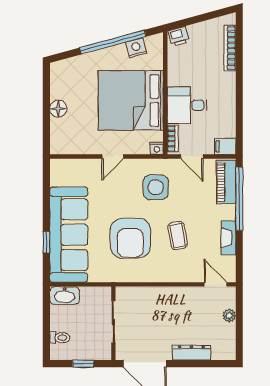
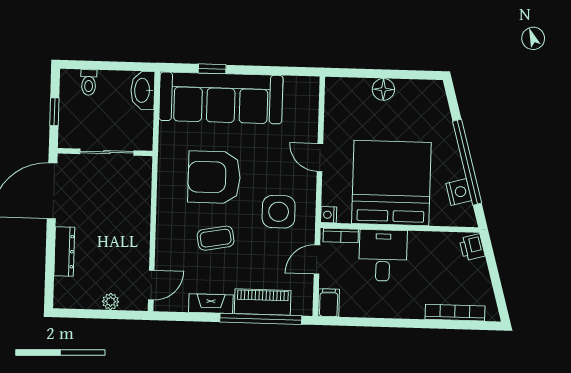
piano: (226, 182) -> (263, 302), moved

